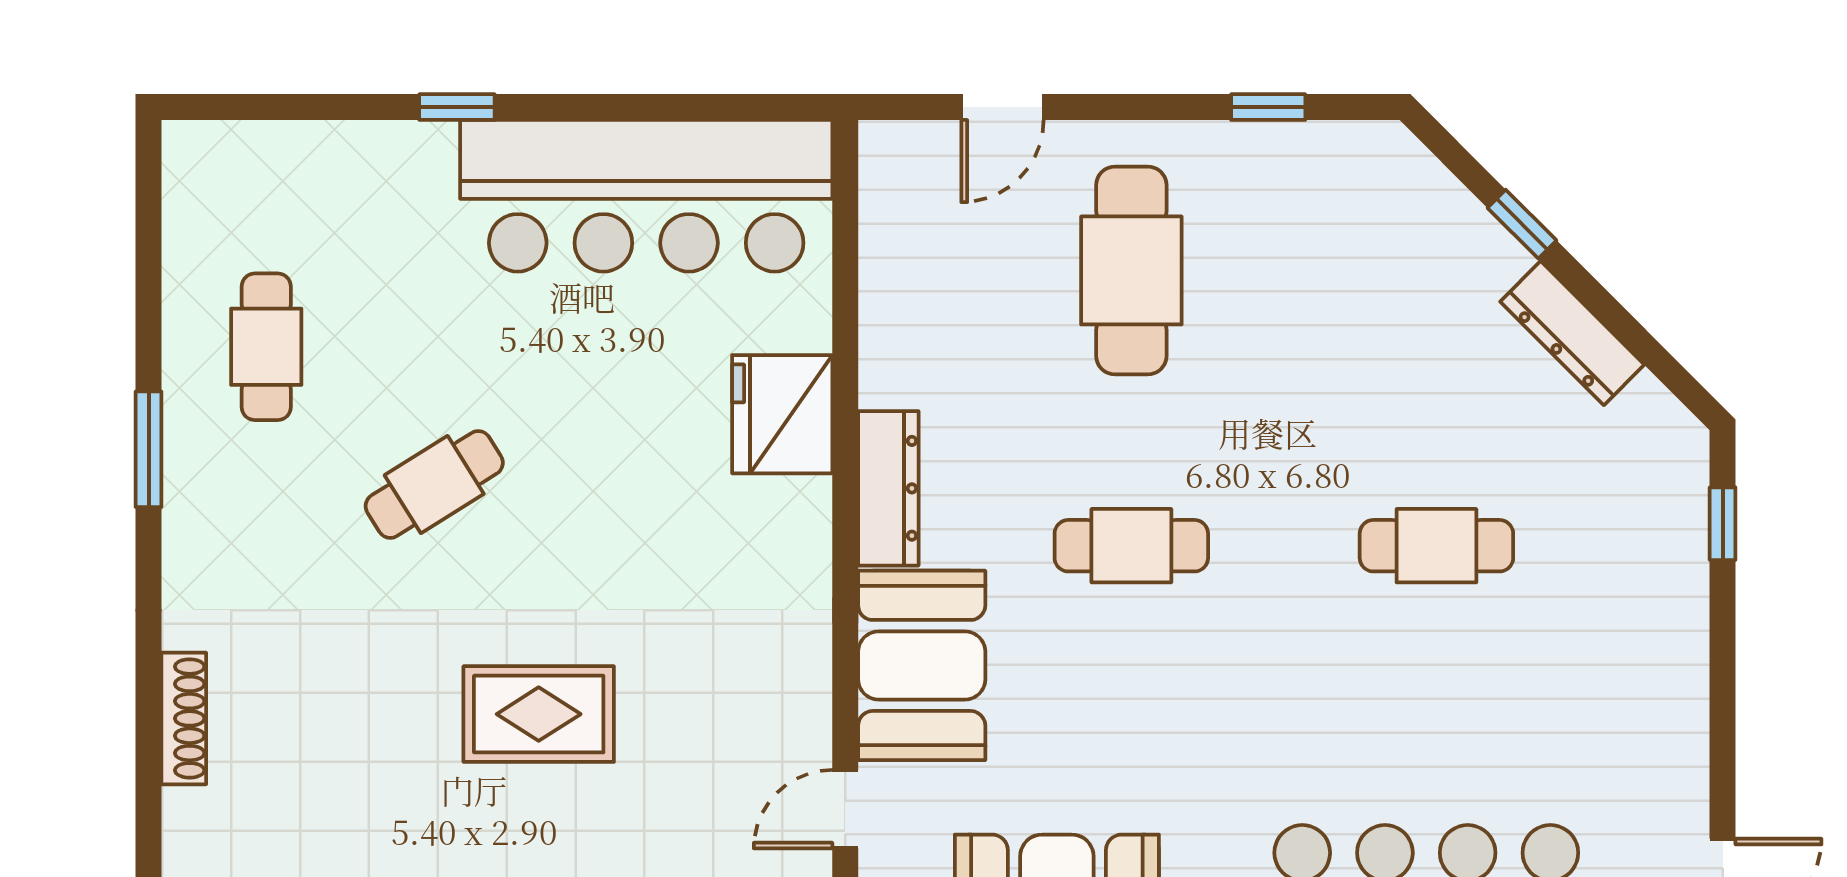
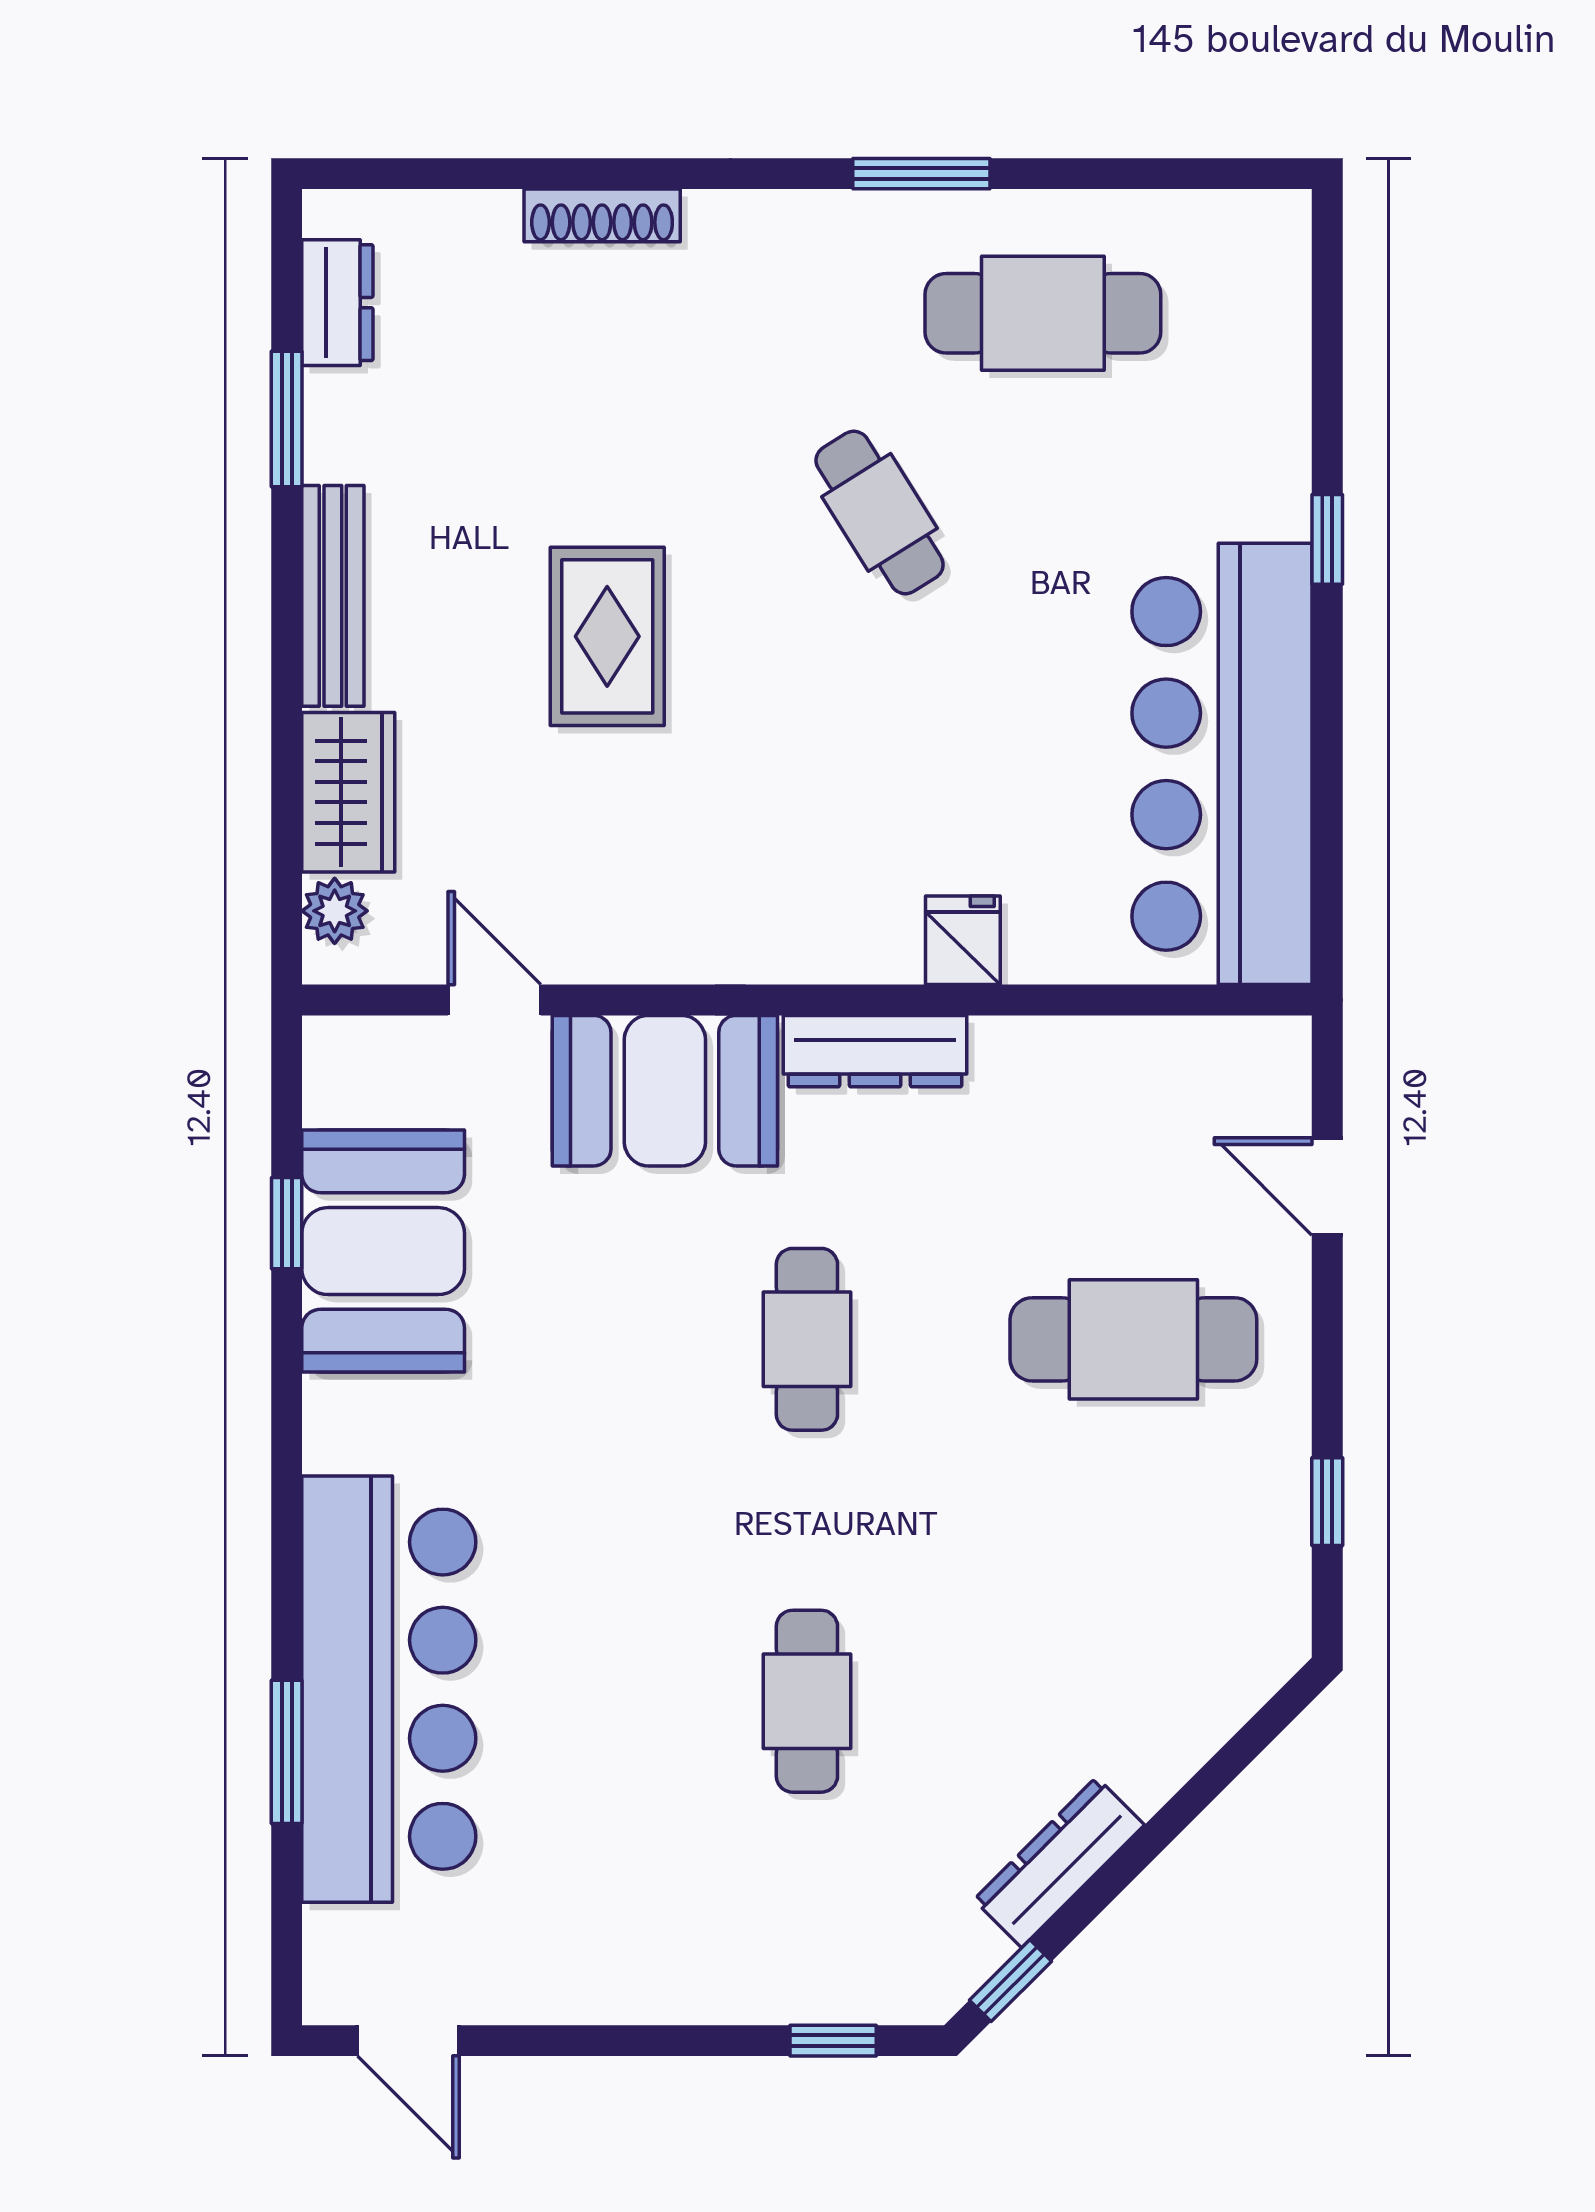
window: (1522, 224) -> (1010, 1981), moved
cafe table: (266, 347) -> (1043, 313), width x1.37, depth x1.35
fridge: (782, 414) -> (963, 940), width x0.53, depth x0.75

